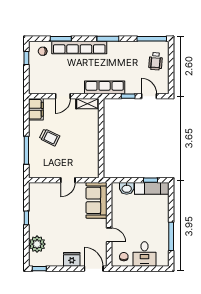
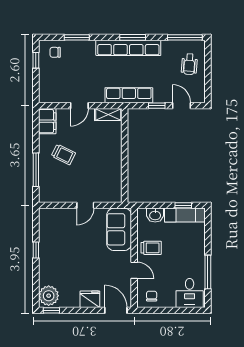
row of seats: (79, 47) -> (128, 48), moved
trolley: (123, 216) -> (151, 248), added
plant: (37, 244) -> (49, 296), moved
desk: (144, 254) -> (190, 293), moved

